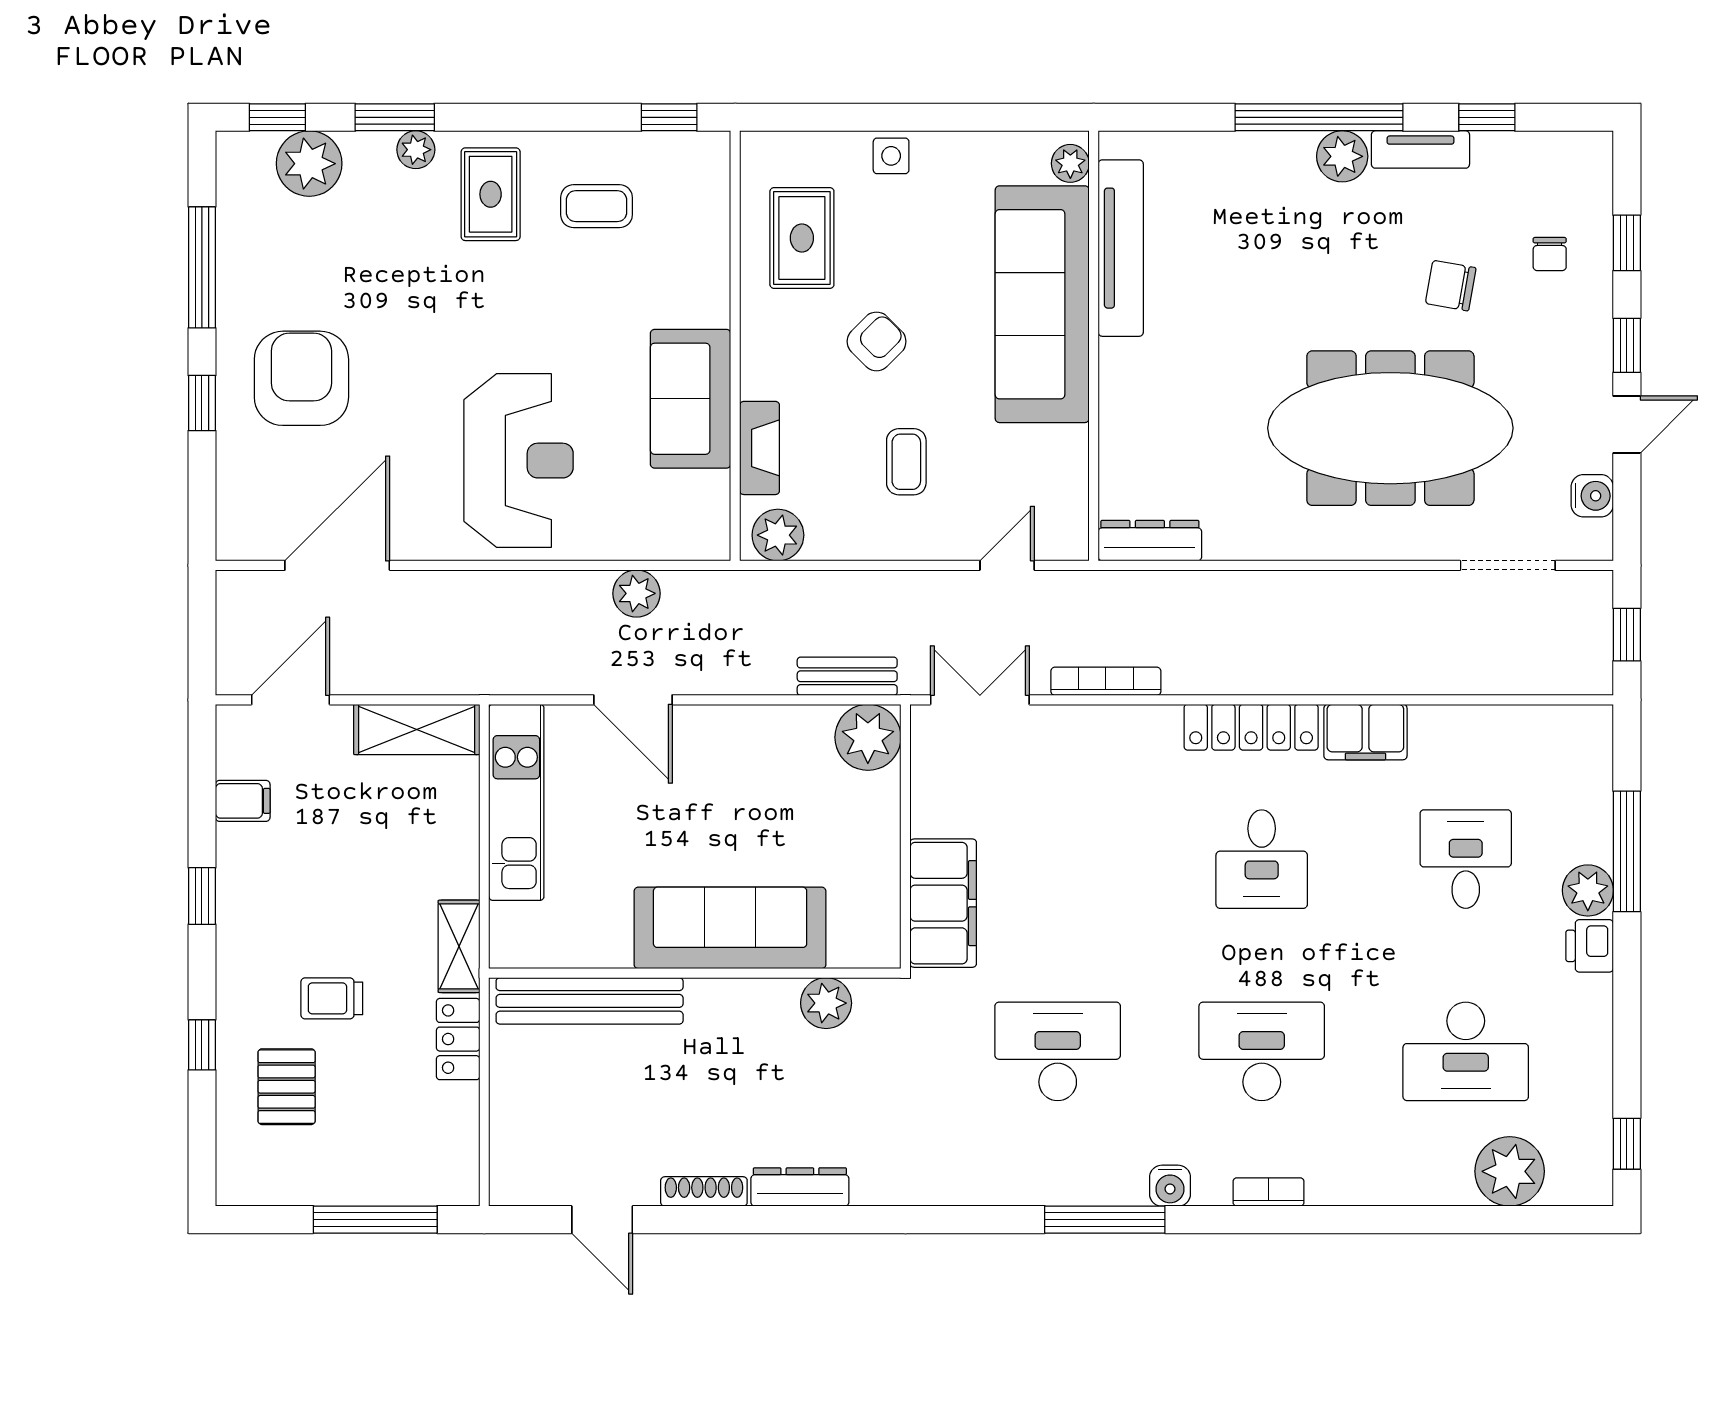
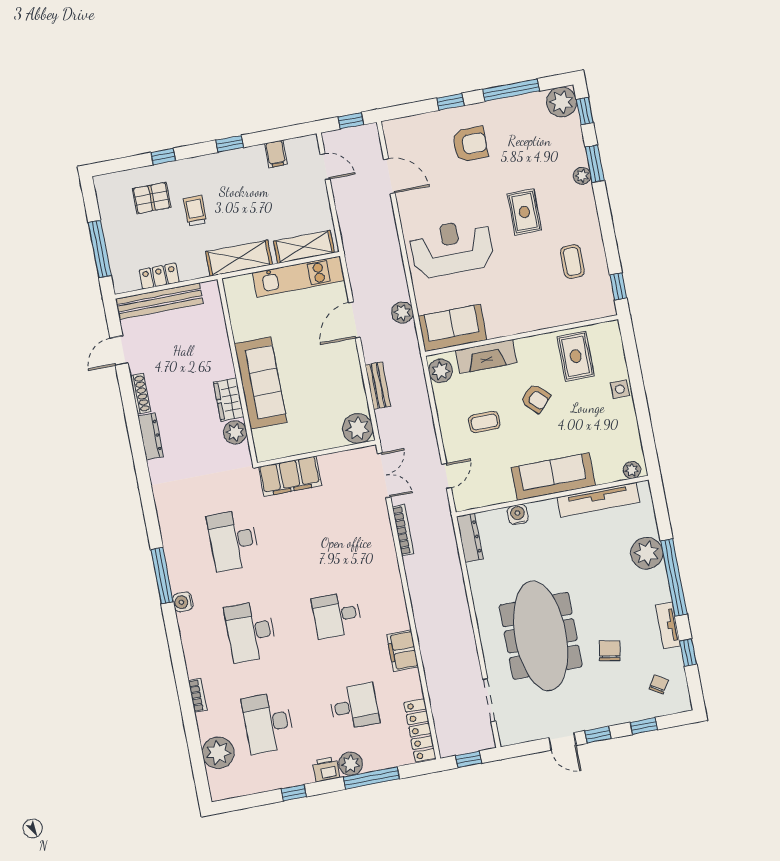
plant: (1342, 156) -> (647, 553), moved, width x1.36, depth x1.36
plant: (309, 164) -> (562, 102), moved
rug: (491, 194) -> (524, 212), moved, turned 90
rug: (802, 238) -> (576, 356), turned 90
chair: (1550, 254) -> (659, 684), moved, turned 121
sofa: (1042, 304) -> (553, 477), width x0.74, depth x0.79
armchair: (301, 378) -> (470, 144), width x0.73, depth x0.73
sofa: (691, 399) -> (453, 328), moved
fireplace: (760, 448) -> (486, 357), width x1.37, depth x1.32
reception desk: (518, 461) -> (452, 248), turned 180
water cooler: (1592, 496) -> (518, 515), moved, turned 180
door: (337, 565) -> (389, 176), width x0.73
door: (1007, 565) -> (447, 476), hinge flipped
window: (202, 626) -> (351, 121), added
bench: (847, 676) -> (378, 386), moved
door: (291, 700) -> (325, 167), width x0.73
locker: (1251, 727) -> (420, 730), moved
shelving: (417, 730) -> (304, 247), moved, turned 90
shelving: (459, 946) -> (239, 258), width x1.50, depth x1.33
bench: (590, 1001) -> (159, 301), moved, turned 90
wardrobe: (753, 1003) -> (229, 400), added
locker: (458, 1039) -> (159, 276), moved
desk: (1058, 1051) -> (233, 540), turned 180
desk: (1262, 1051) -> (251, 631), turned 180
window: (1627, 1144) -> (294, 793), moved
bookcase: (1269, 1192) -> (198, 695), moved

